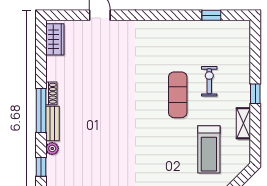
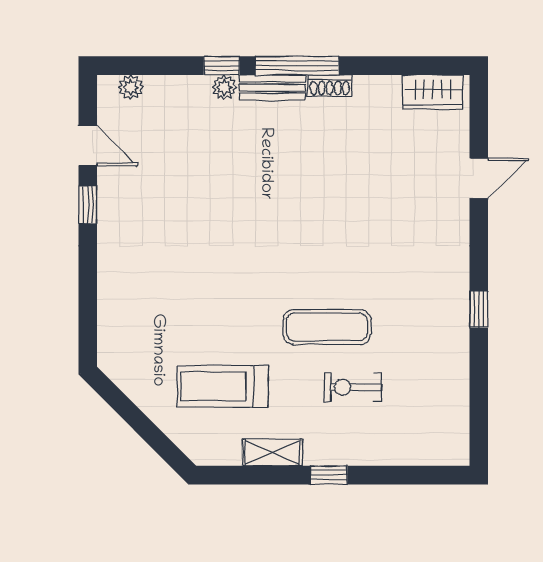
window: (211, 15) -> (479, 309), moved
exercise bike: (209, 81) -> (353, 387), turned 180
window: (41, 167) -> (222, 66), moved

